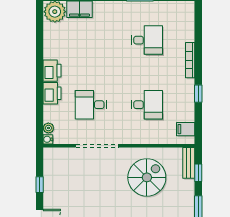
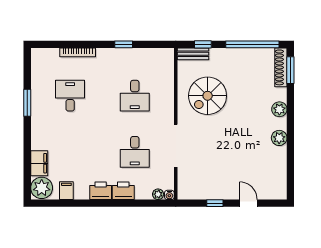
bookcase: (190, 60) -> (78, 52), moved
desk: (147, 105) -> (135, 96), turned 180
filing cabinet: (186, 129) -> (66, 191), moved, turned 180
spiral stairs: (147, 177) -> (208, 96), turned -90

